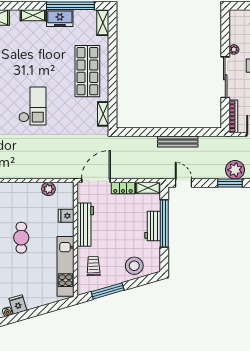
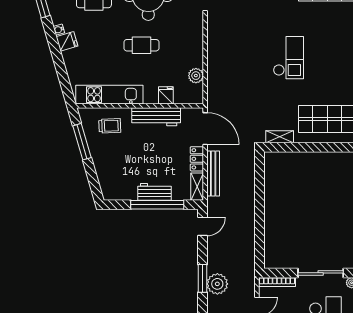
checkout: (32, 106) -> (288, 58), turned -90
bench: (178, 142) -> (213, 173), moved
stool: (134, 266) -> (110, 171), removed

